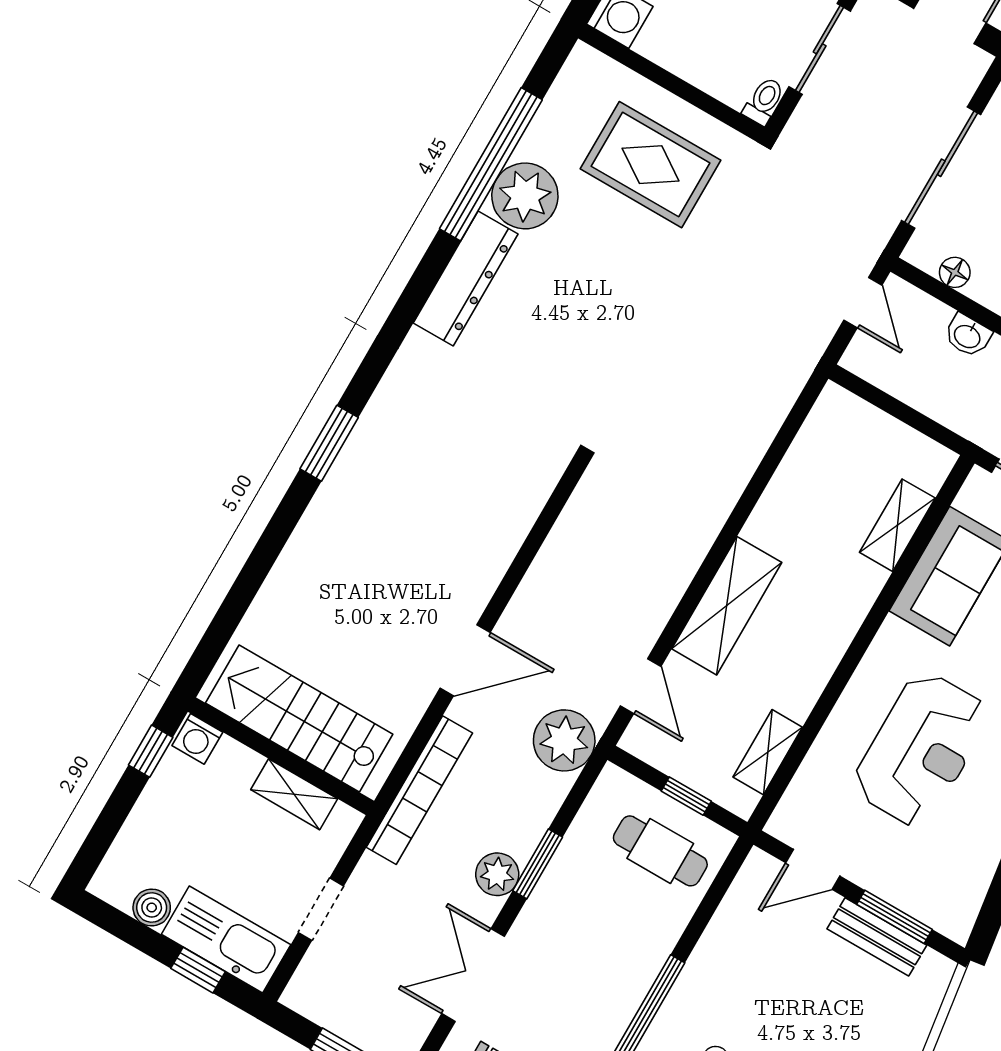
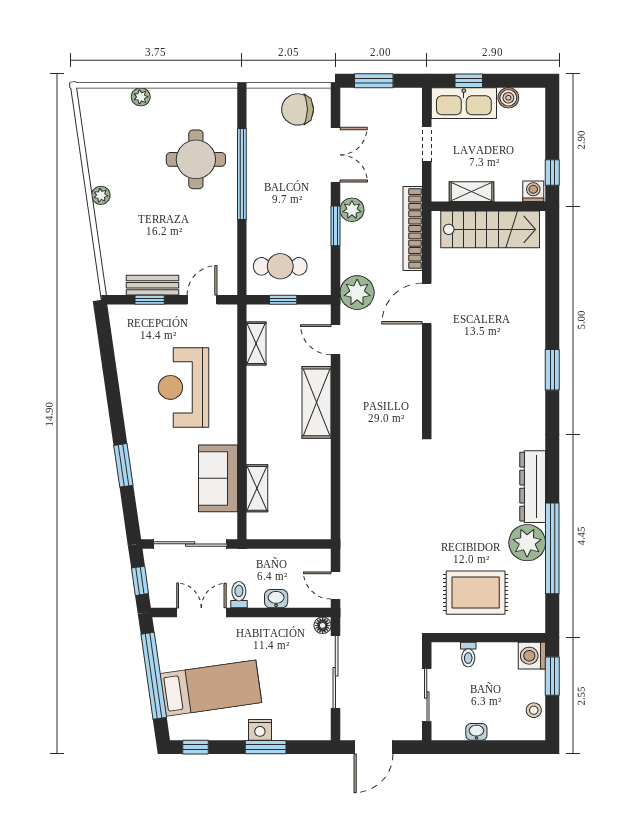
toilet: (764, 101) -> (468, 655), moved
floor lamp: (955, 272) -> (323, 625), moved
window: (895, 917) -> (150, 300), width x0.67

